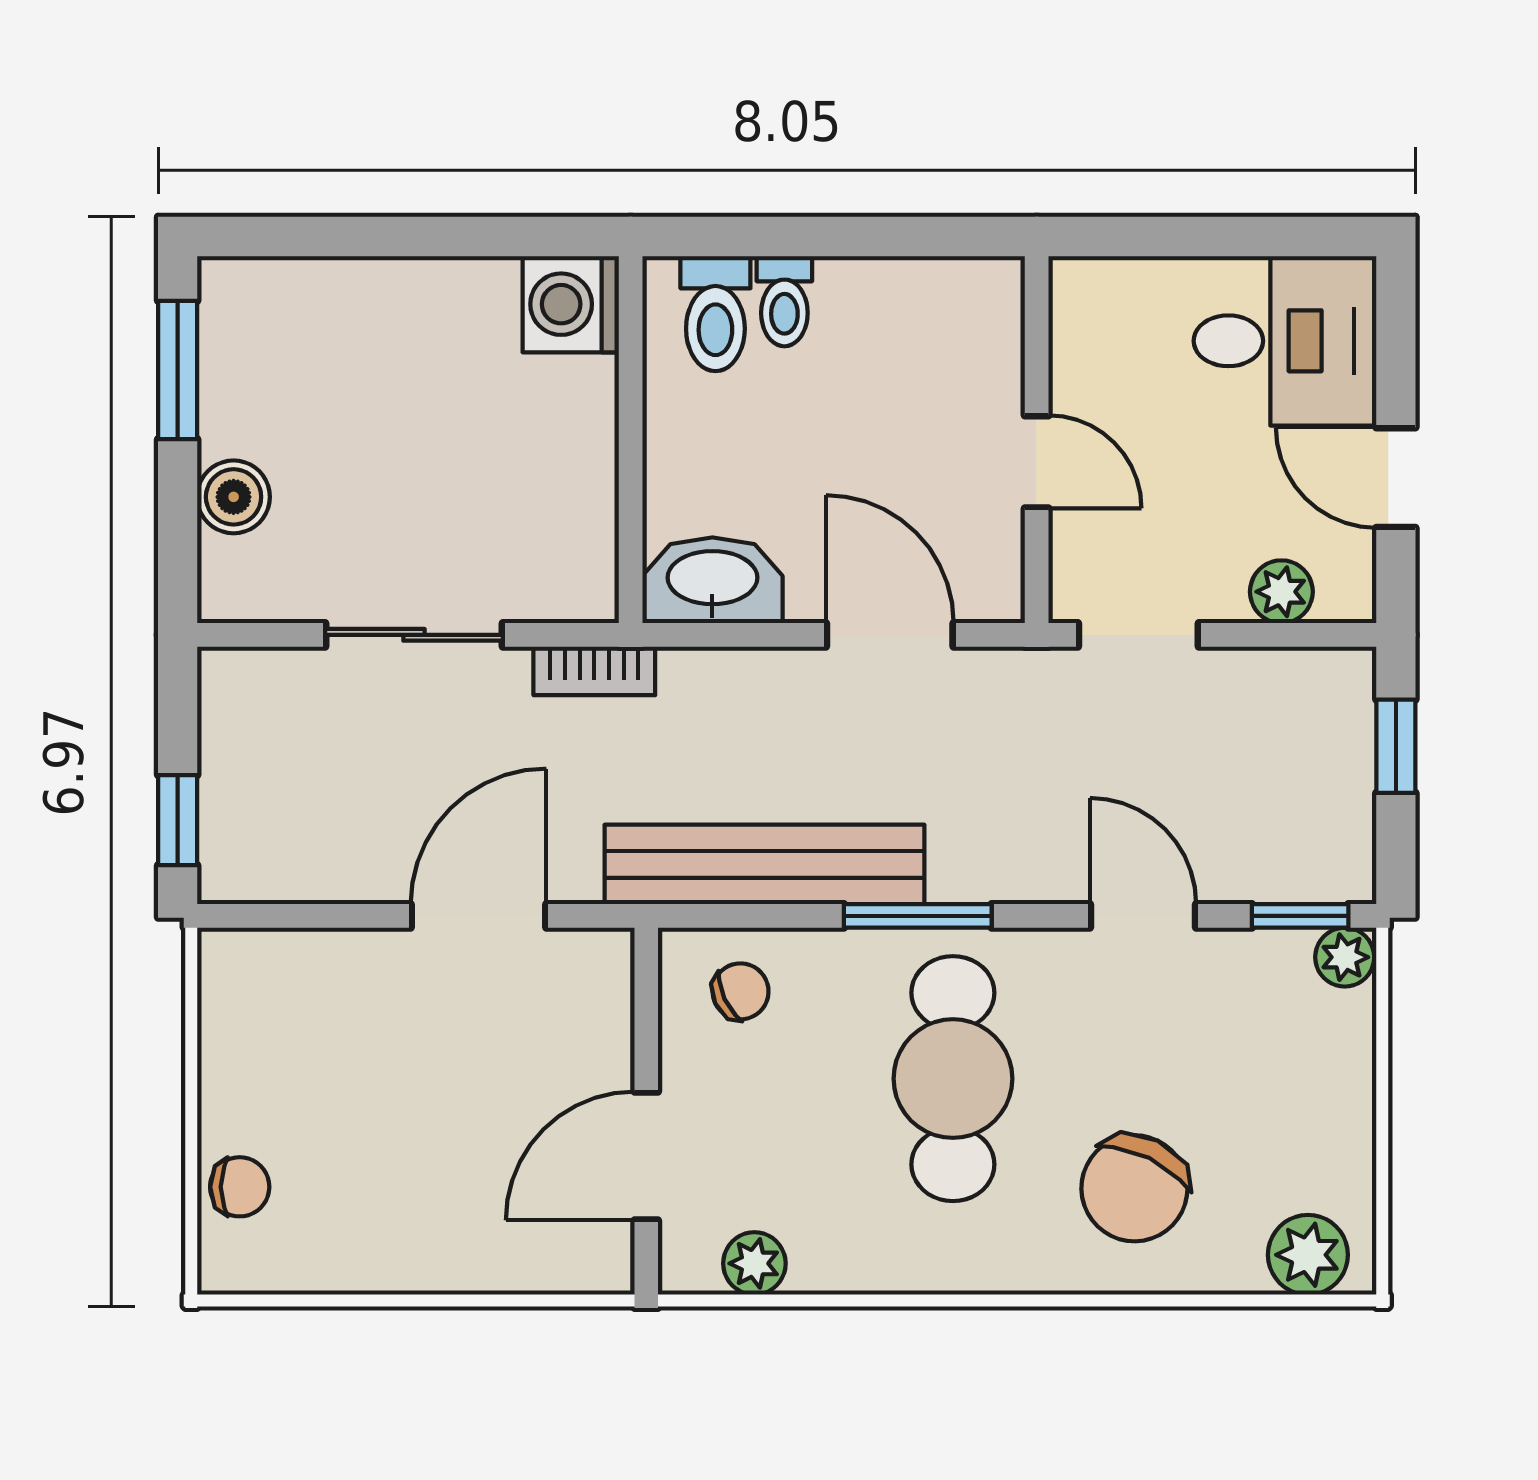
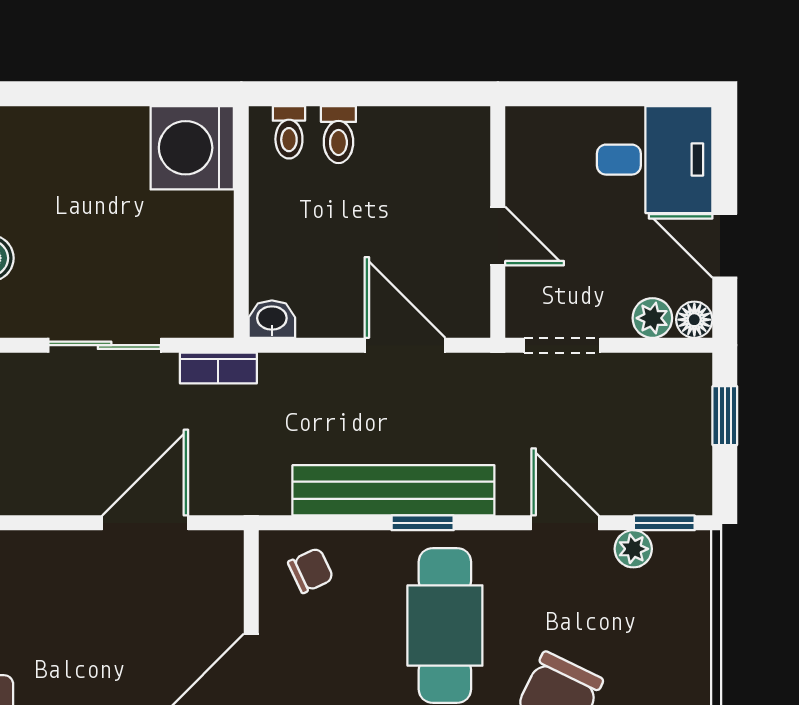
washing machine: (571, 304) -> (192, 148), width x1.37, depth x1.37
toilet: (715, 314) -> (289, 132), width x0.73, depth x0.72
washbasin: (712, 580) -> (272, 319), width x0.52, depth x0.69
floor lamp: (1348, 594) -> (694, 320), added
bench: (765, 864) -> (393, 490), moved
window: (918, 916) -> (423, 523), width x0.67
plant: (1345, 957) -> (633, 549), moved

